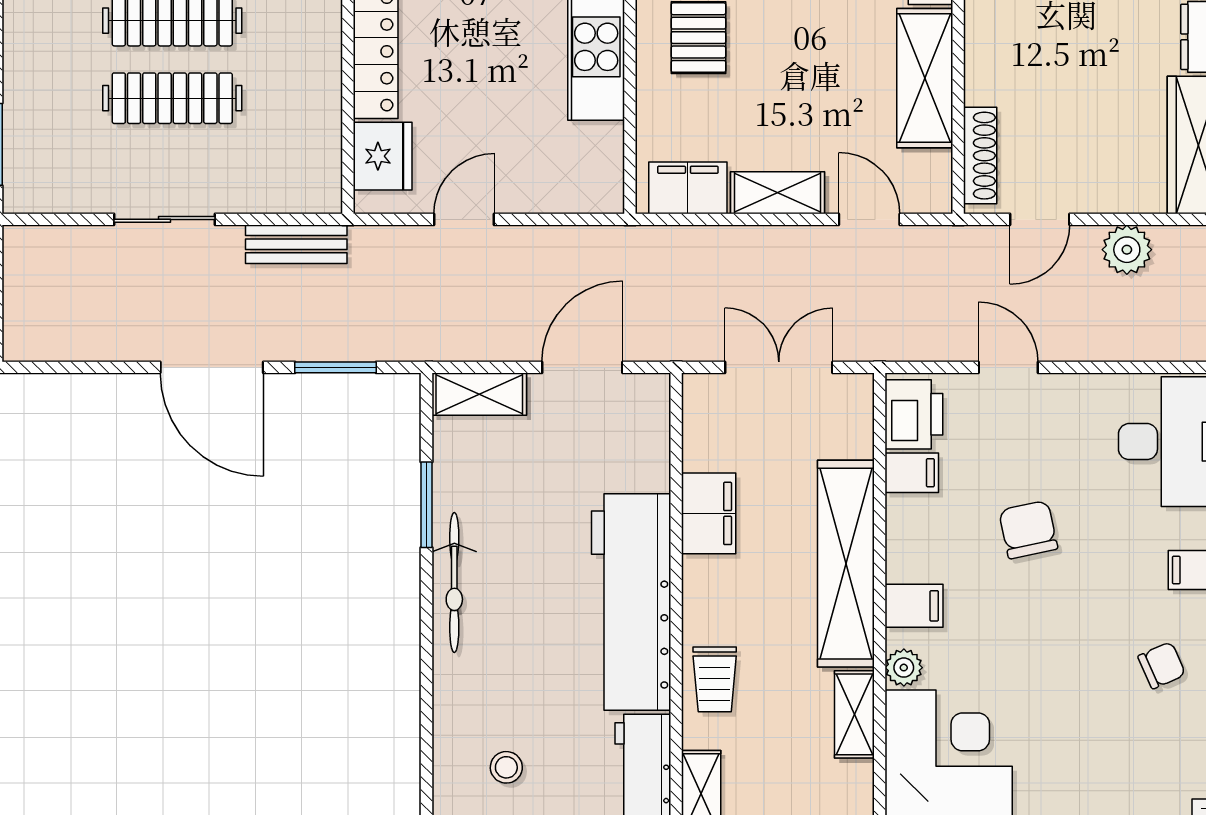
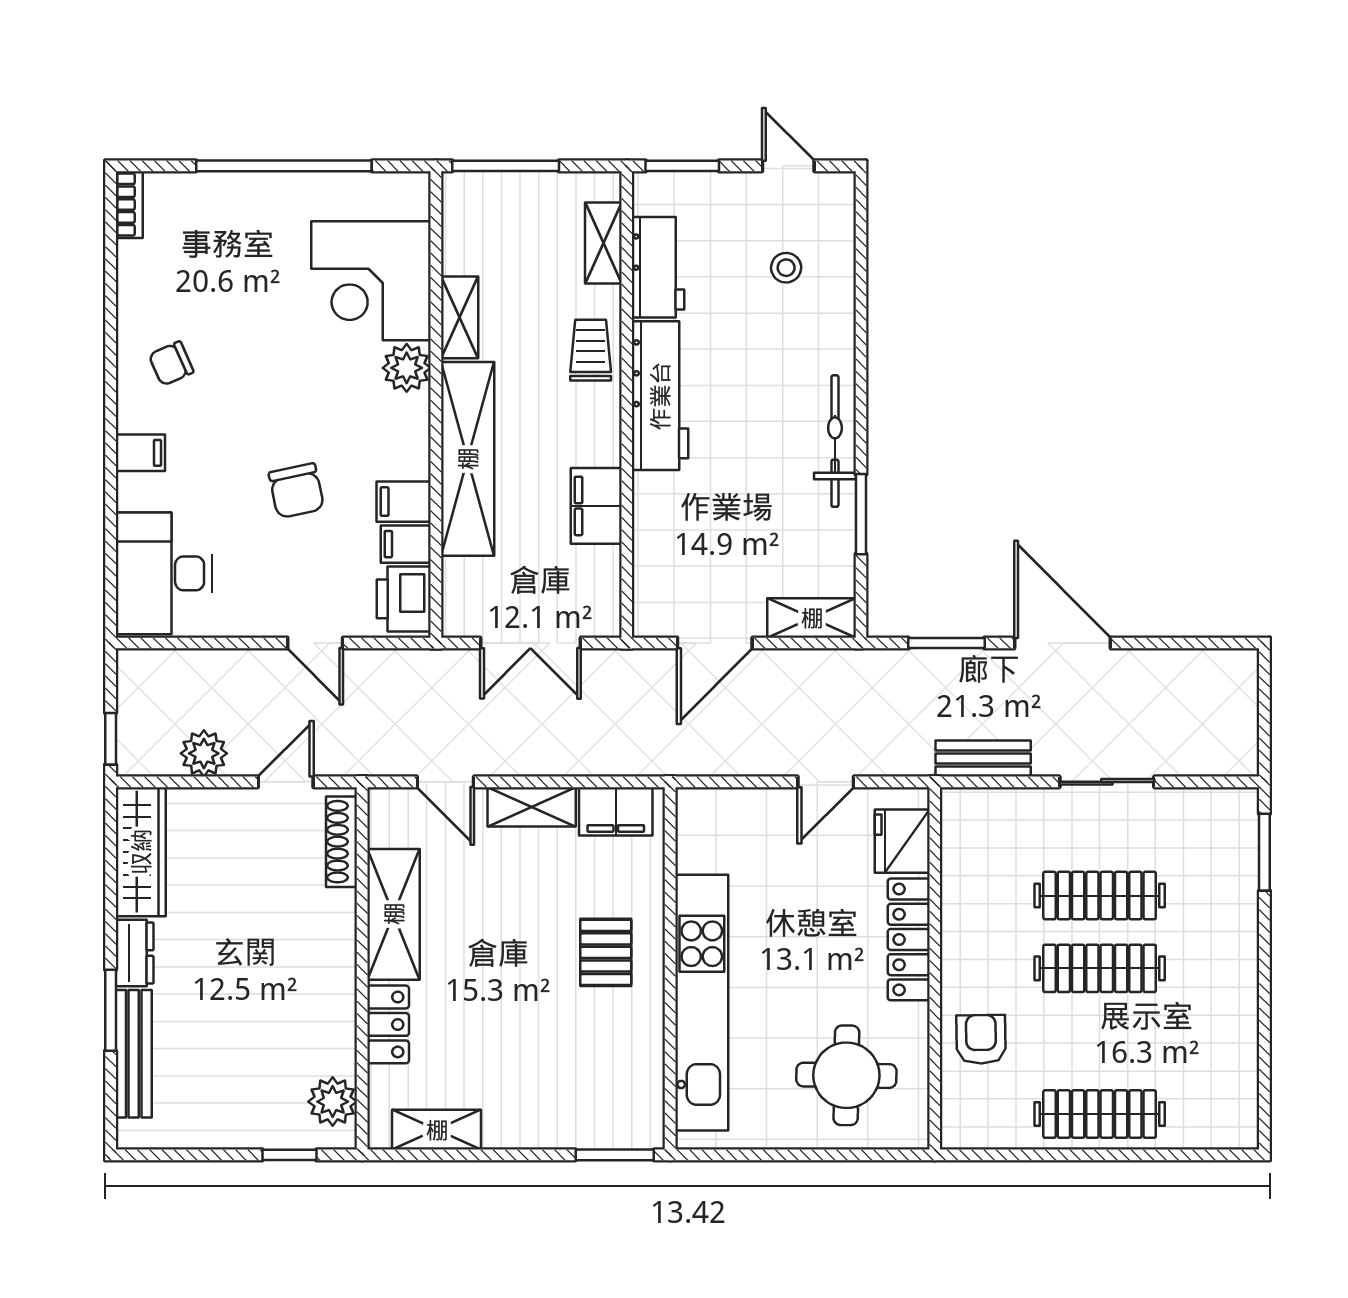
workbench: (631, 602) -> (660, 396), width x0.73, depth x0.76
filing cabinet: (914, 606) -> (404, 502), moved
plant: (904, 668) -> (407, 368), width x1.38, depth x1.38

